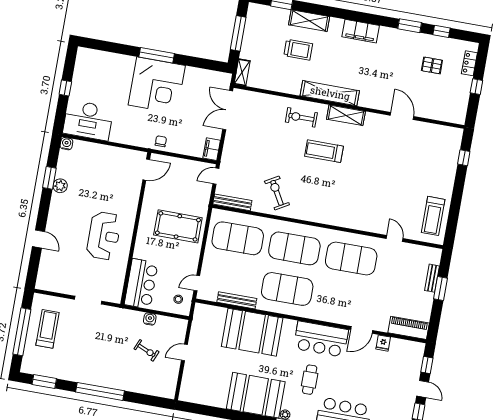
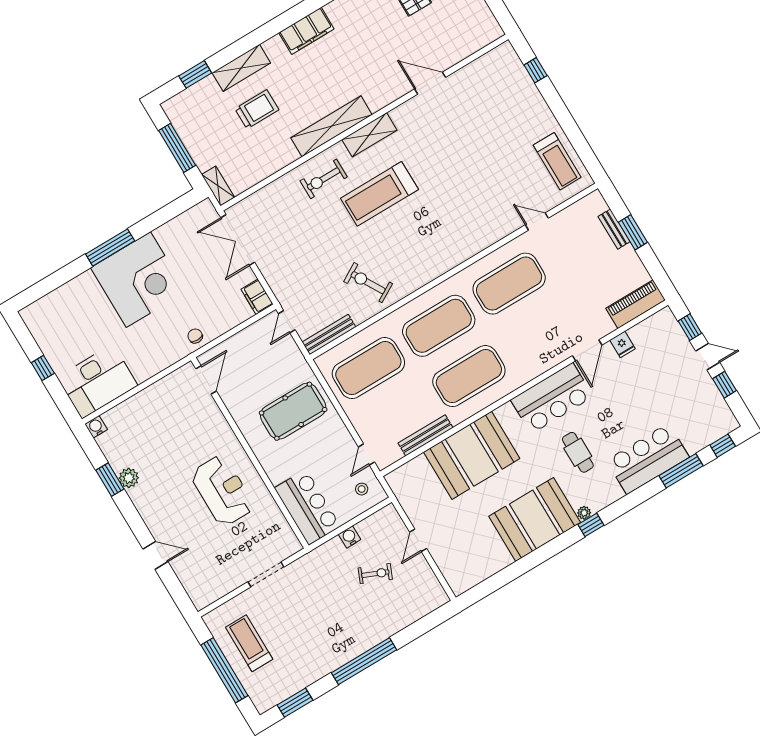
treadmill: (324, 151) -> (379, 194), width x1.37, depth x1.38

